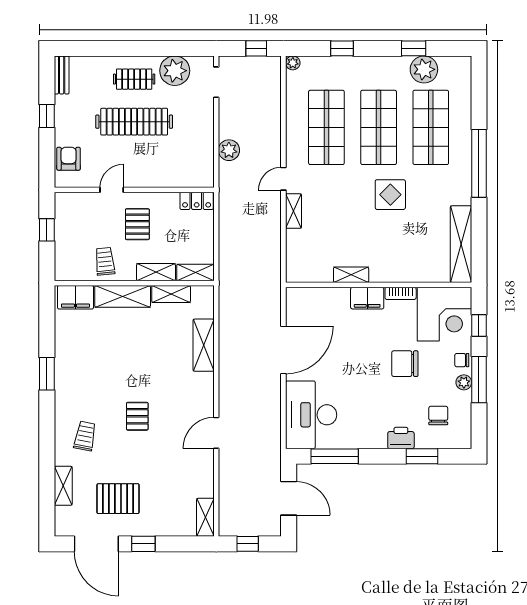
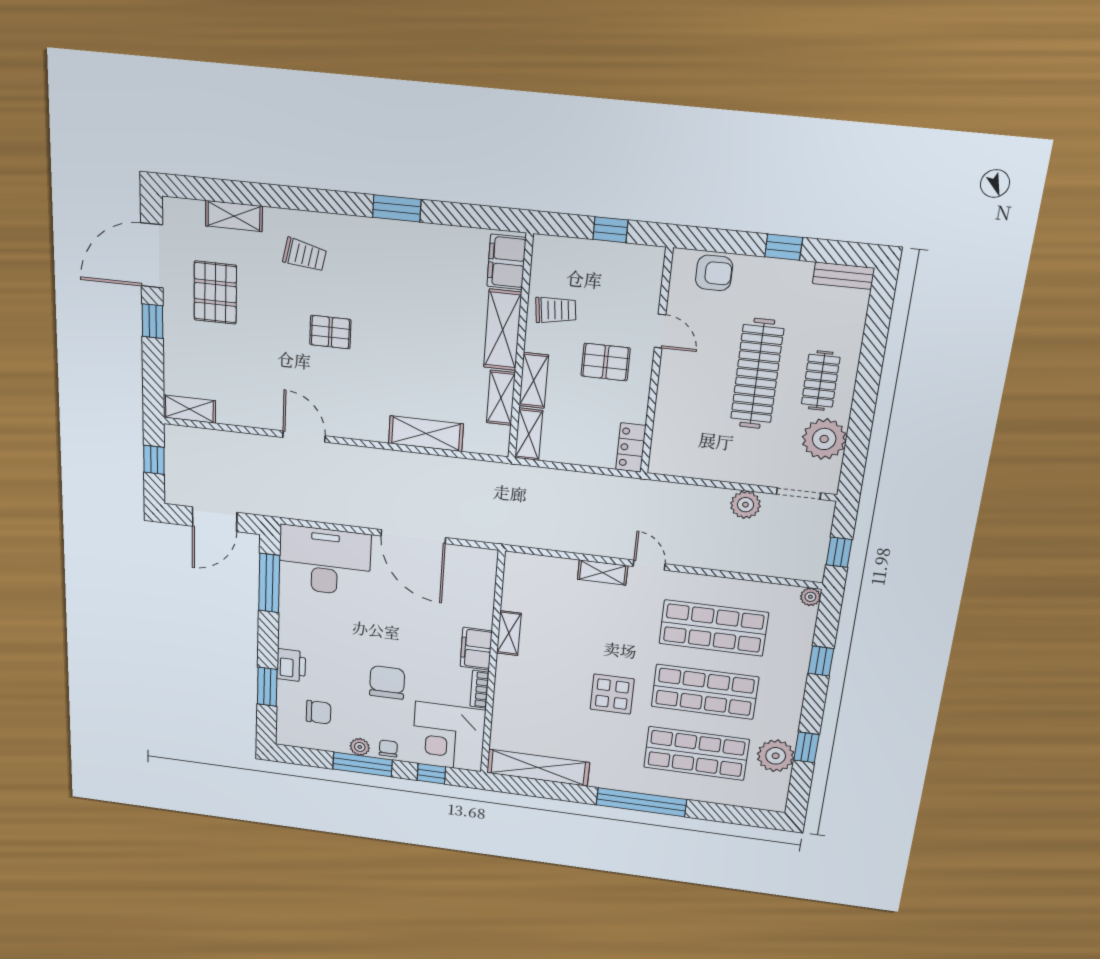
plant: (229, 150) -> (745, 505), moved

